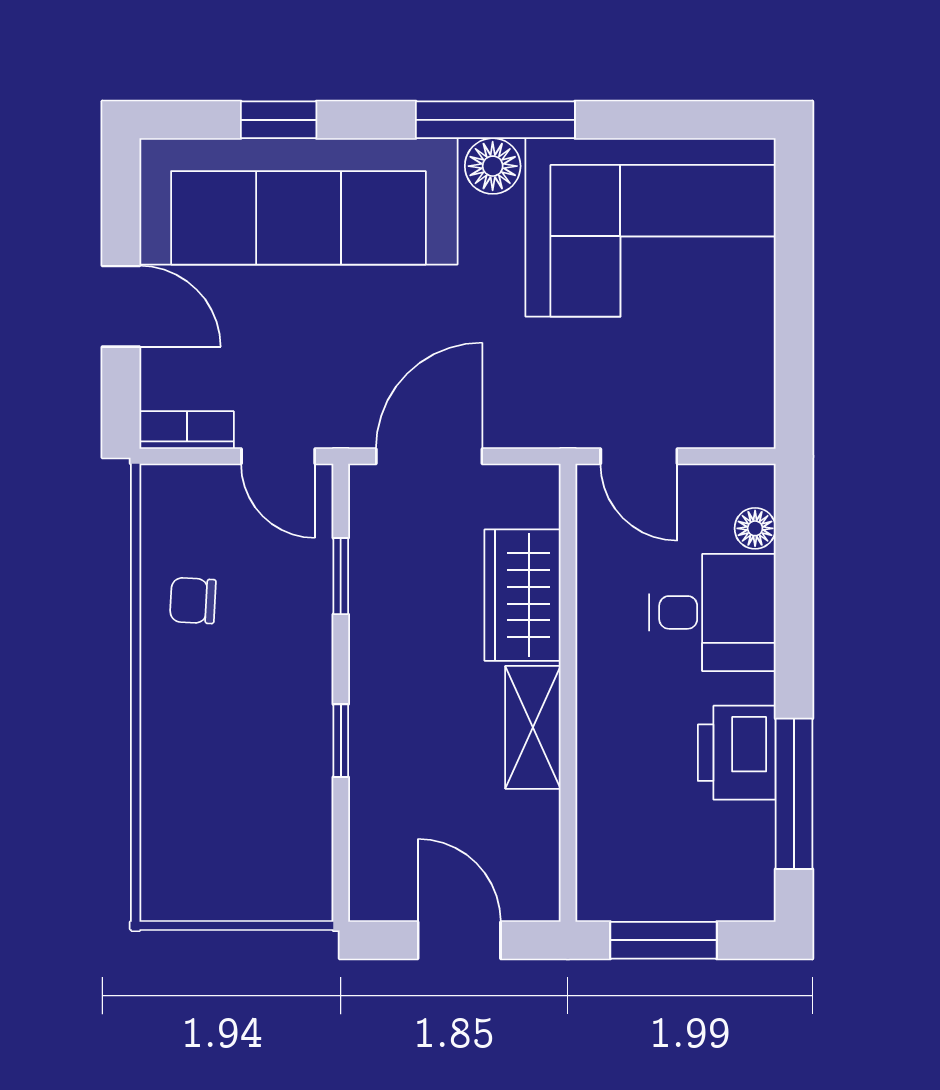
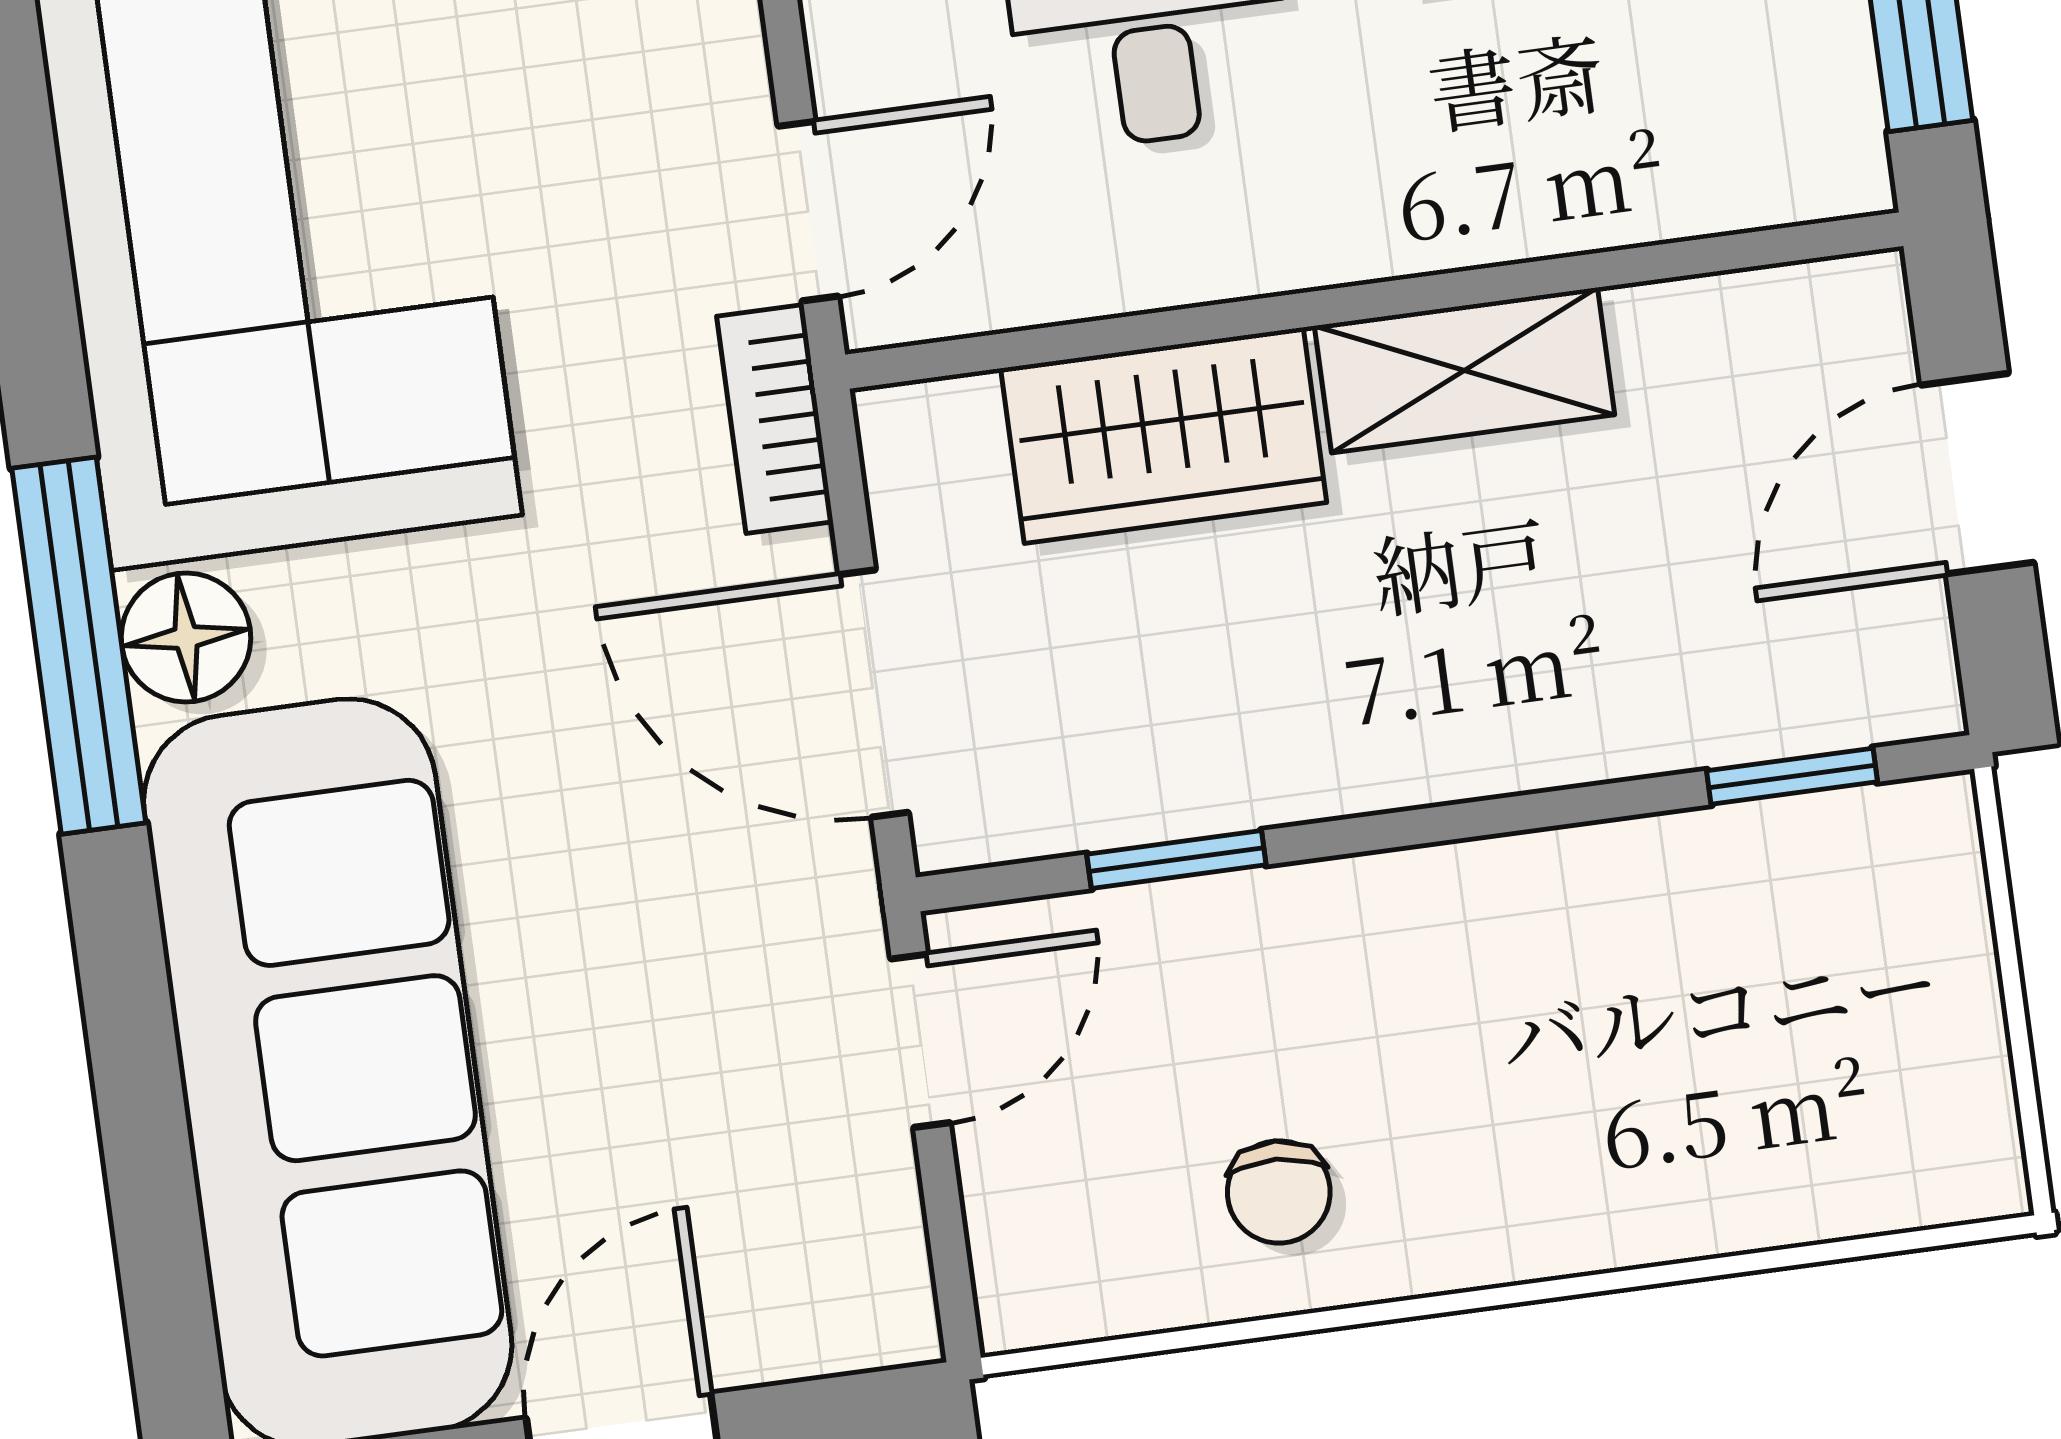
window: (279, 120) -> (146, 1144), removed
bookcase: (187, 430) -> (775, 419), moved
window: (341, 741) -> (1792, 776), moved

